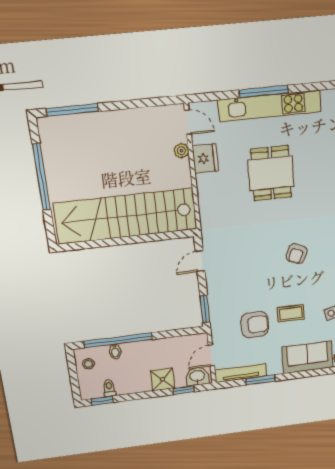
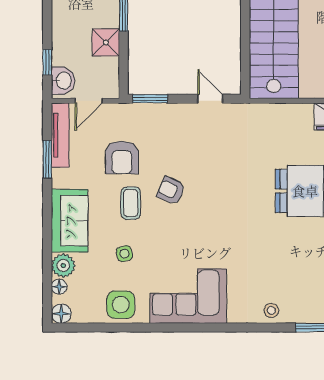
armchair: (297, 254) -> (171, 191), moved
door: (211, 355) -> (89, 101), swing flipped
shower: (163, 379) -> (106, 42), moved

